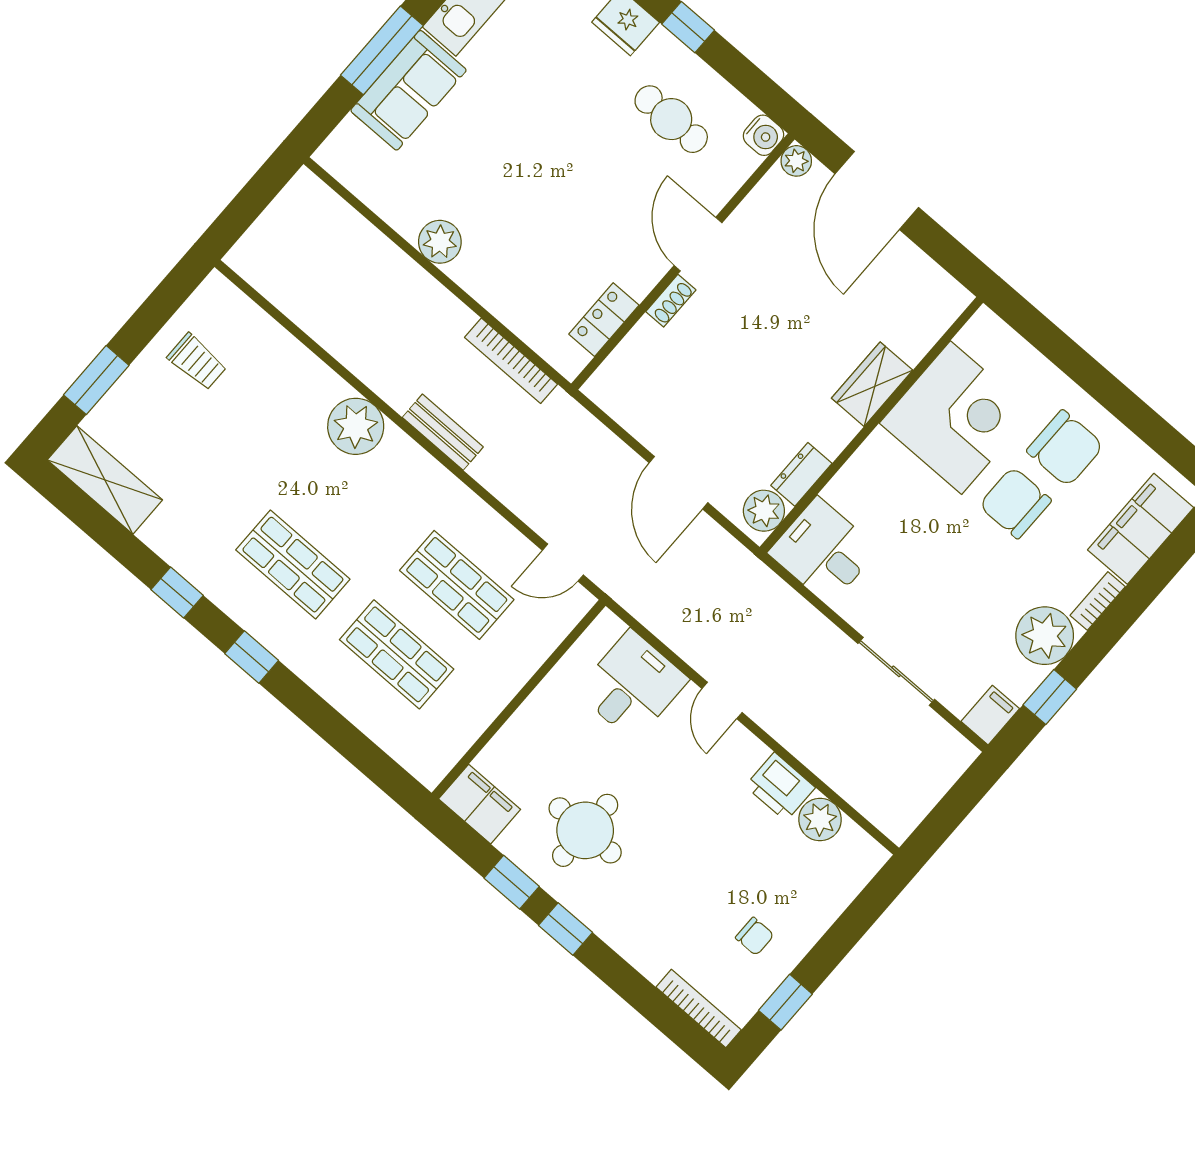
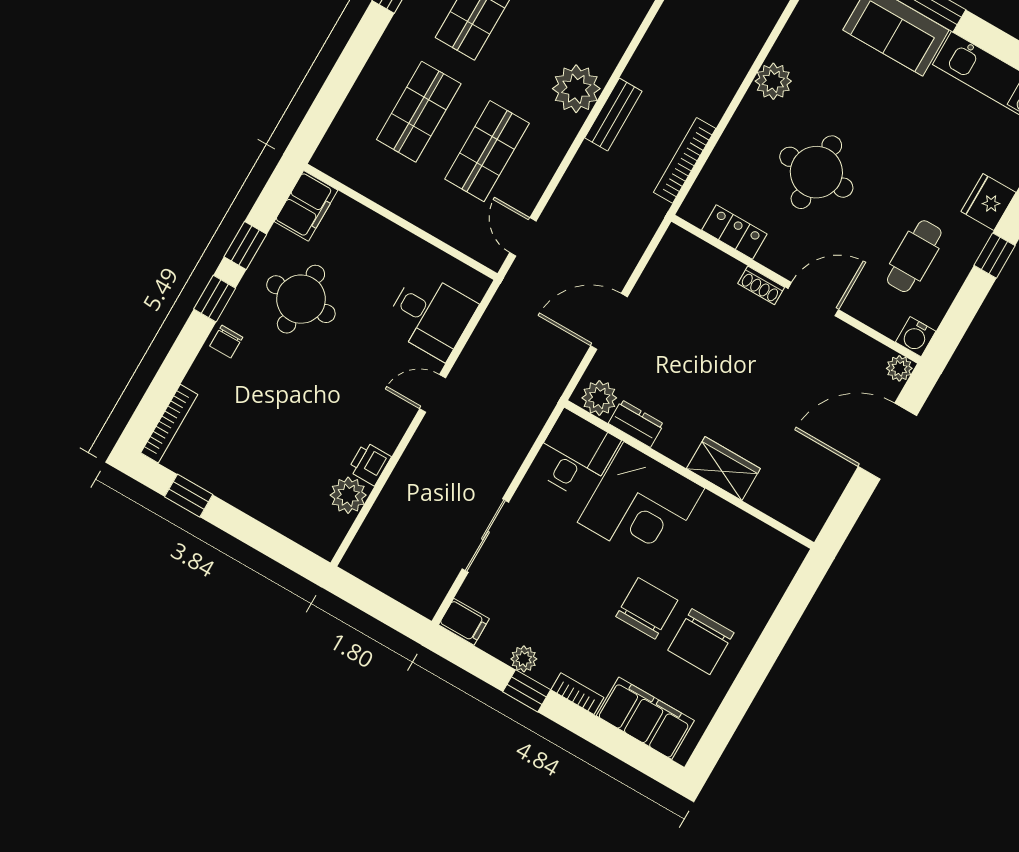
round table: (553, 213) -> (816, 172), added
corner desk: (956, 418) -> (641, 505), moved
plant: (356, 426) -> (576, 89), moved
plant: (1045, 636) -> (524, 659), width x0.53, depth x0.53
window: (1050, 697) -> (527, 691), moved
printer: (780, 787) -> (370, 464), width x0.73, depth x0.81
chair: (755, 936) -> (226, 342), moved

